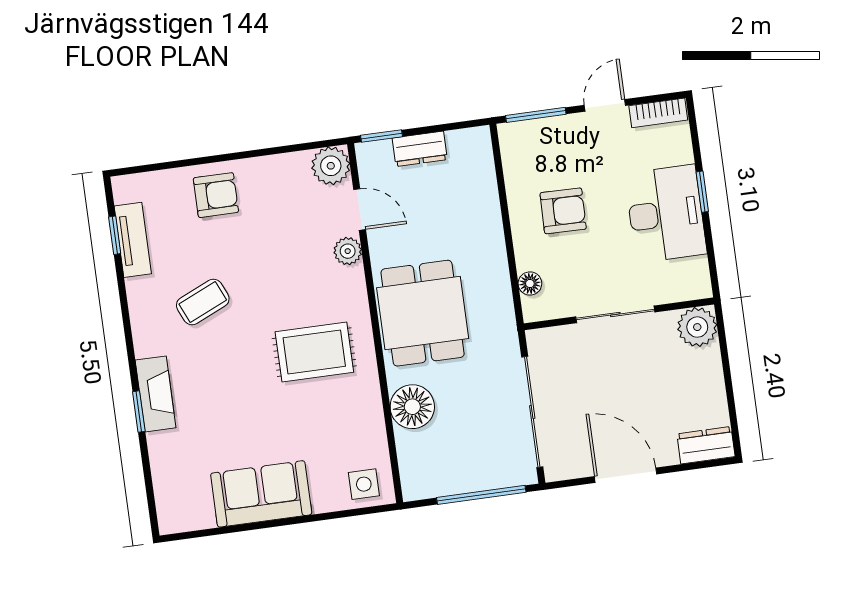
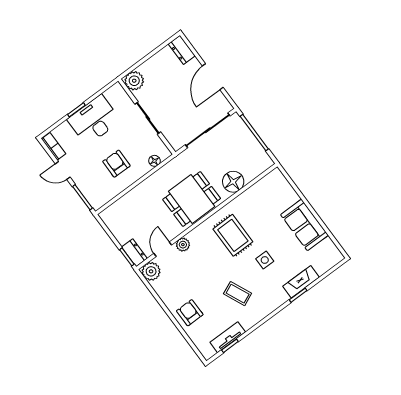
dresser: (420, 149) -> (134, 253), moved
fireplace: (156, 394) -> (301, 282), moved
side table: (364, 484) -> (265, 260), moved

